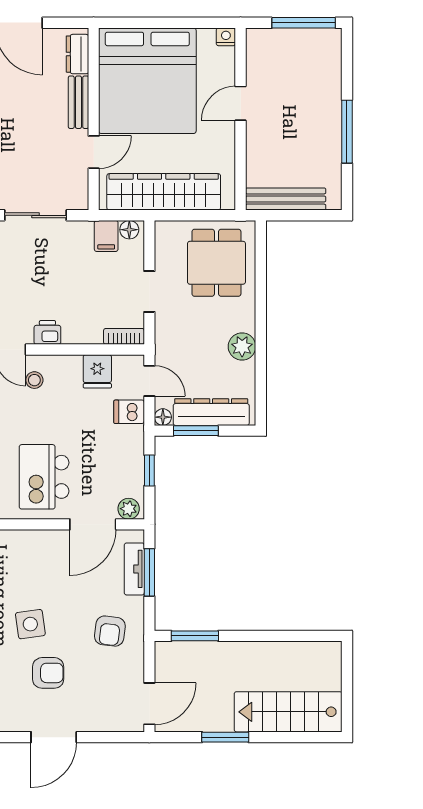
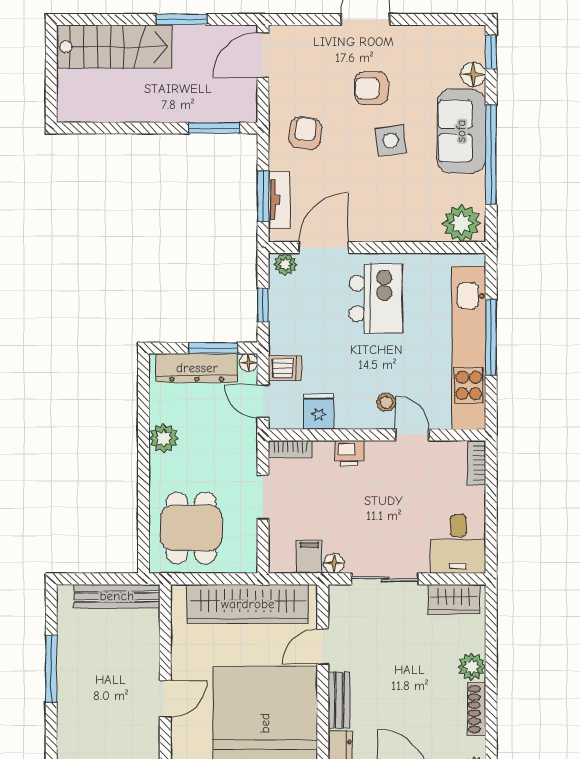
floor lamp: (129, 230) -> (334, 563), moved
printer: (47, 332) -> (349, 453), moved

